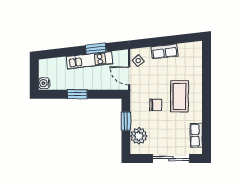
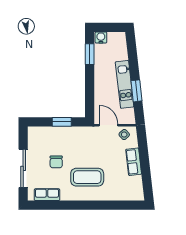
door: (129, 76) -> (108, 125), hinge flipped
window: (77, 94) -> (90, 54), moved
chair: (156, 105) -> (56, 162), moved
plant: (139, 136) -> (46, 135), removed

